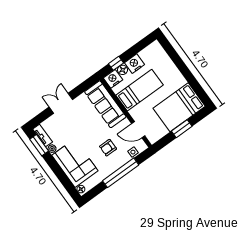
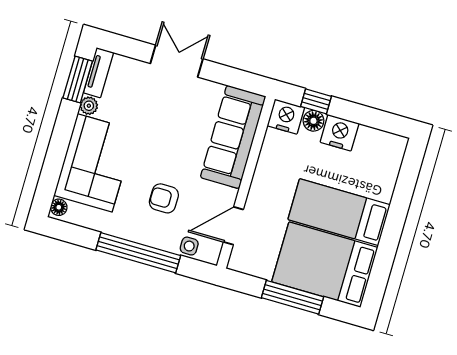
bed: (139, 90) -> (339, 212), moved, turned 180
window: (182, 129) -> (292, 297), width x1.44
door: (138, 130) -> (233, 226), hinge flipped

